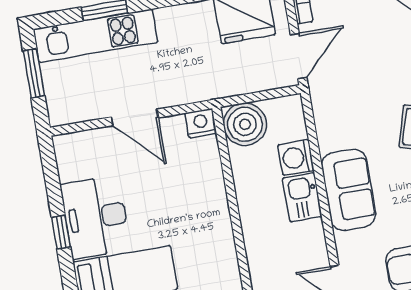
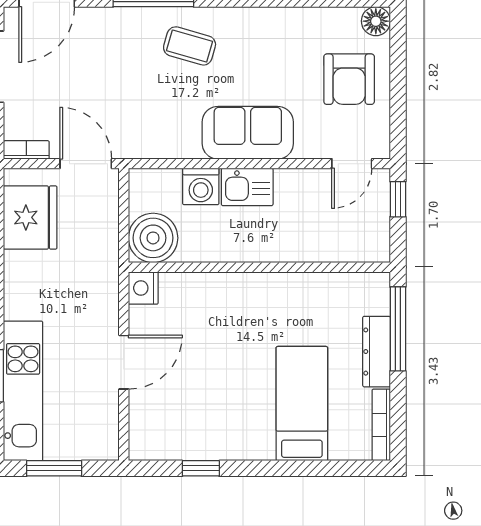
desk: (96, 217) -> (230, 426), removed
window: (61, 232) -> (201, 468), moved

